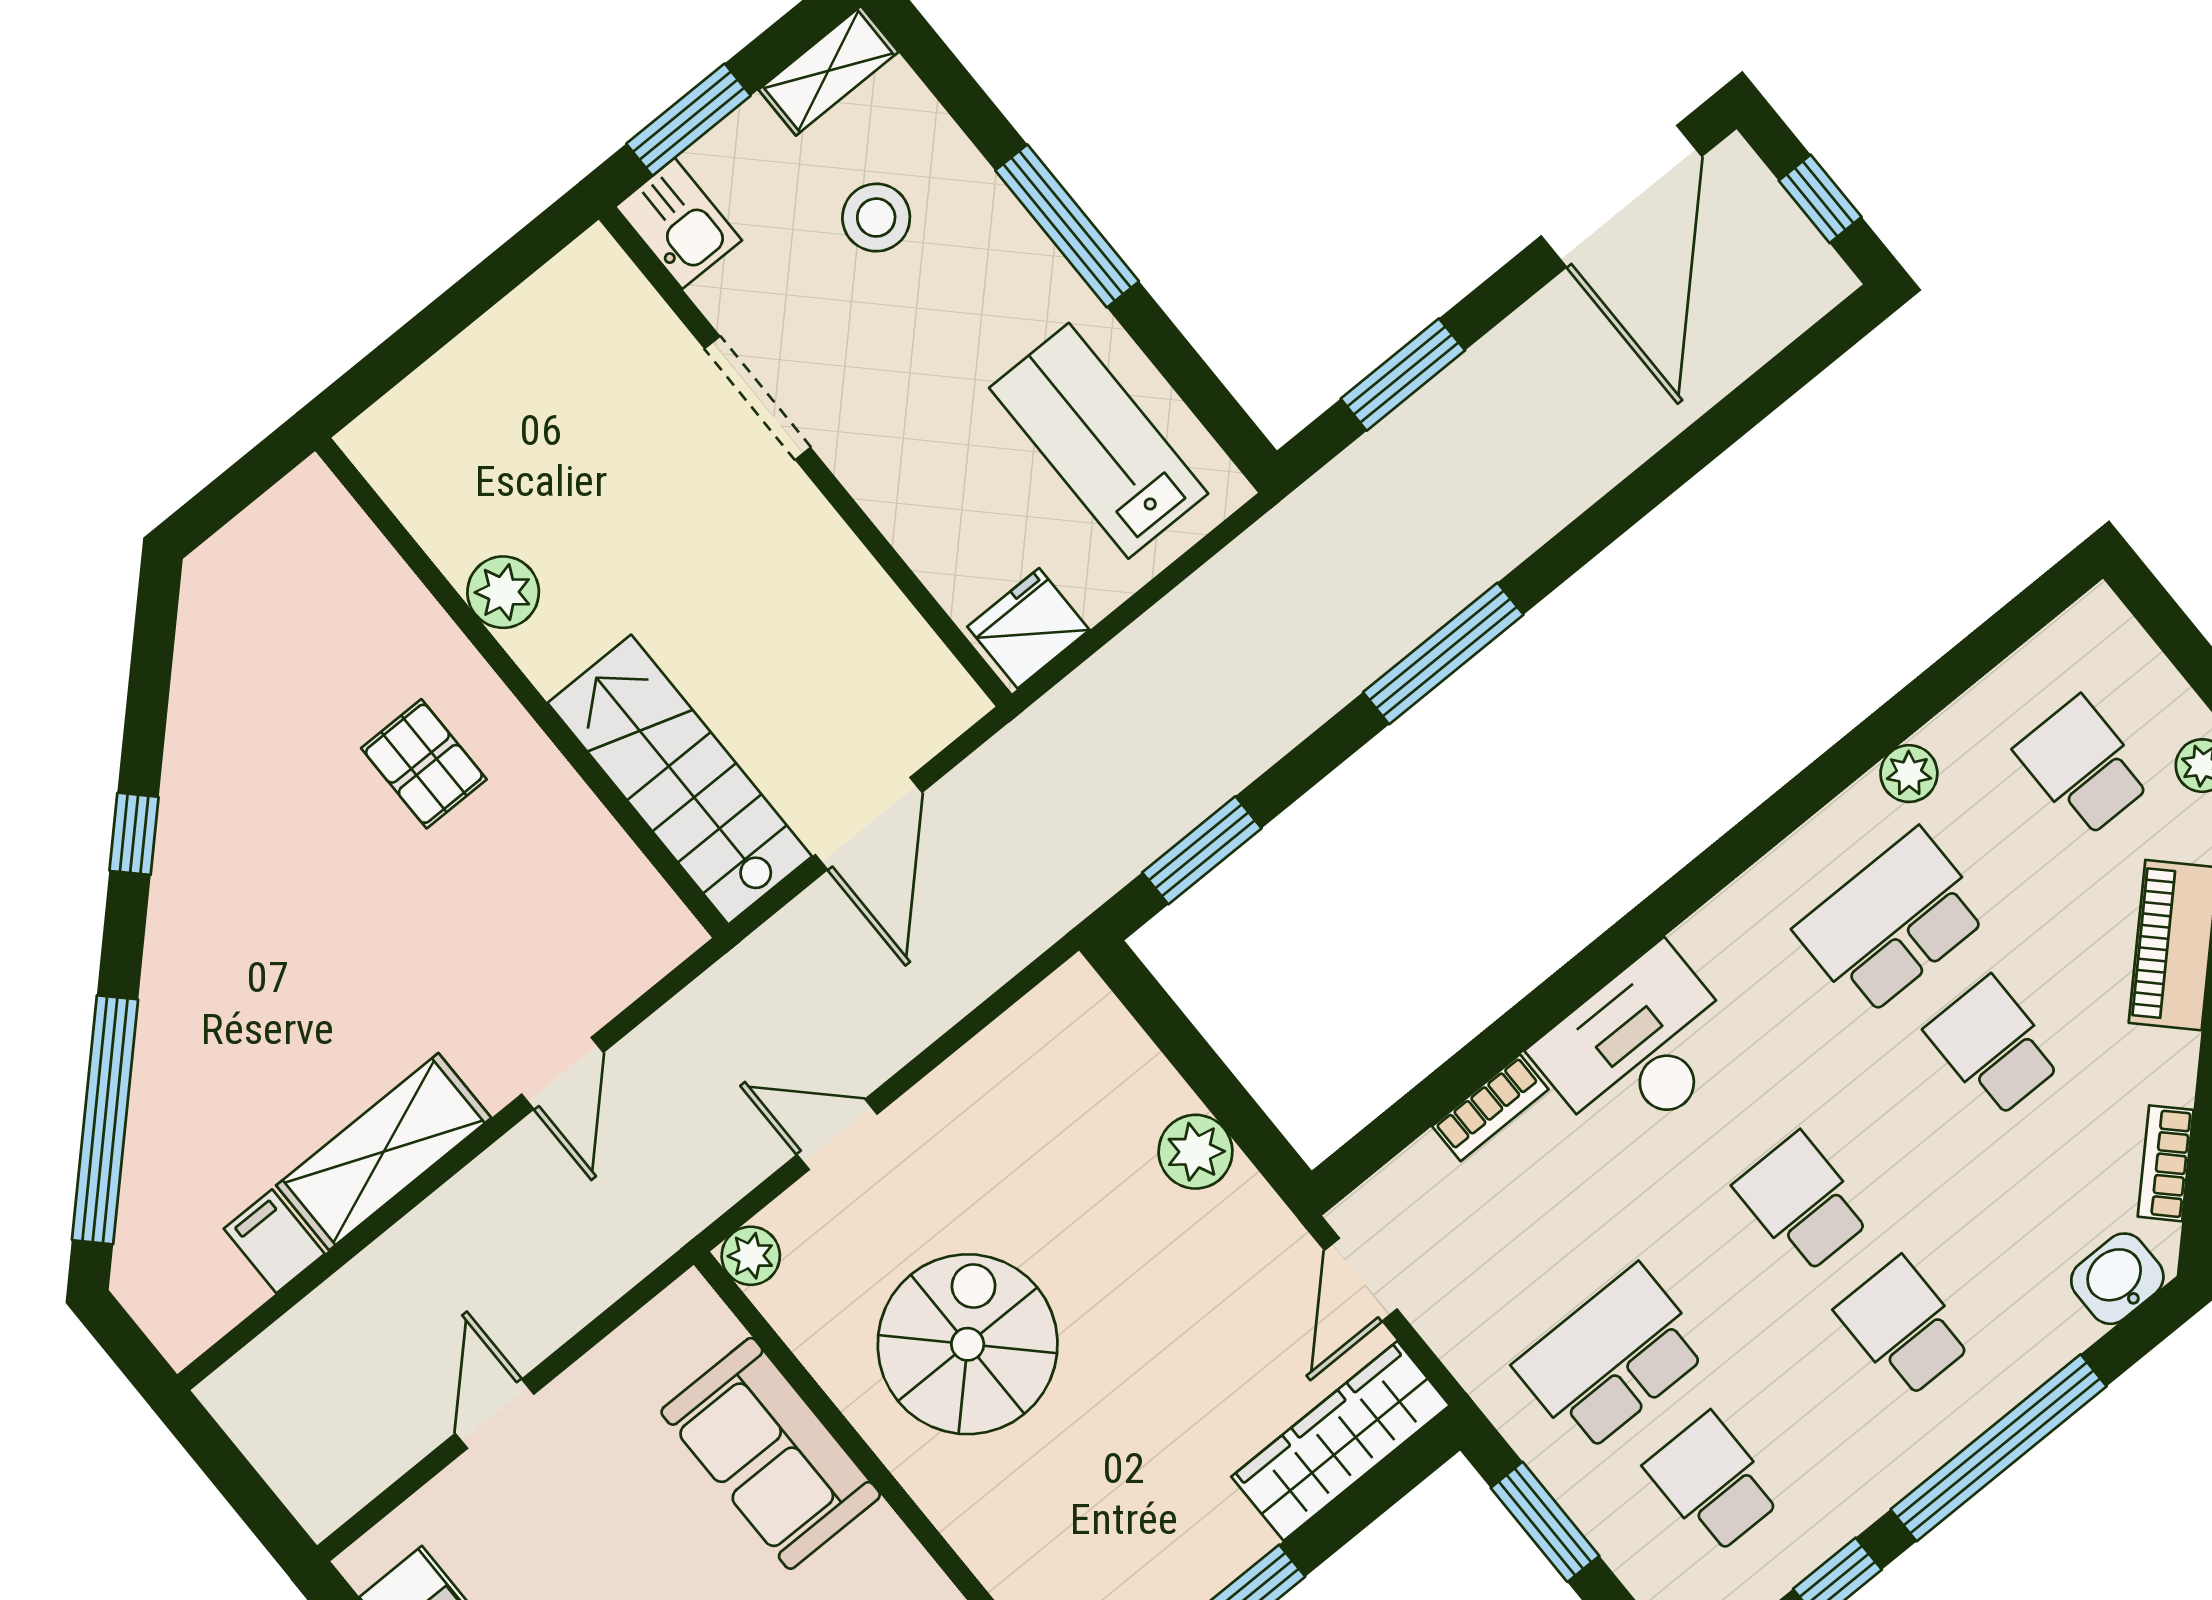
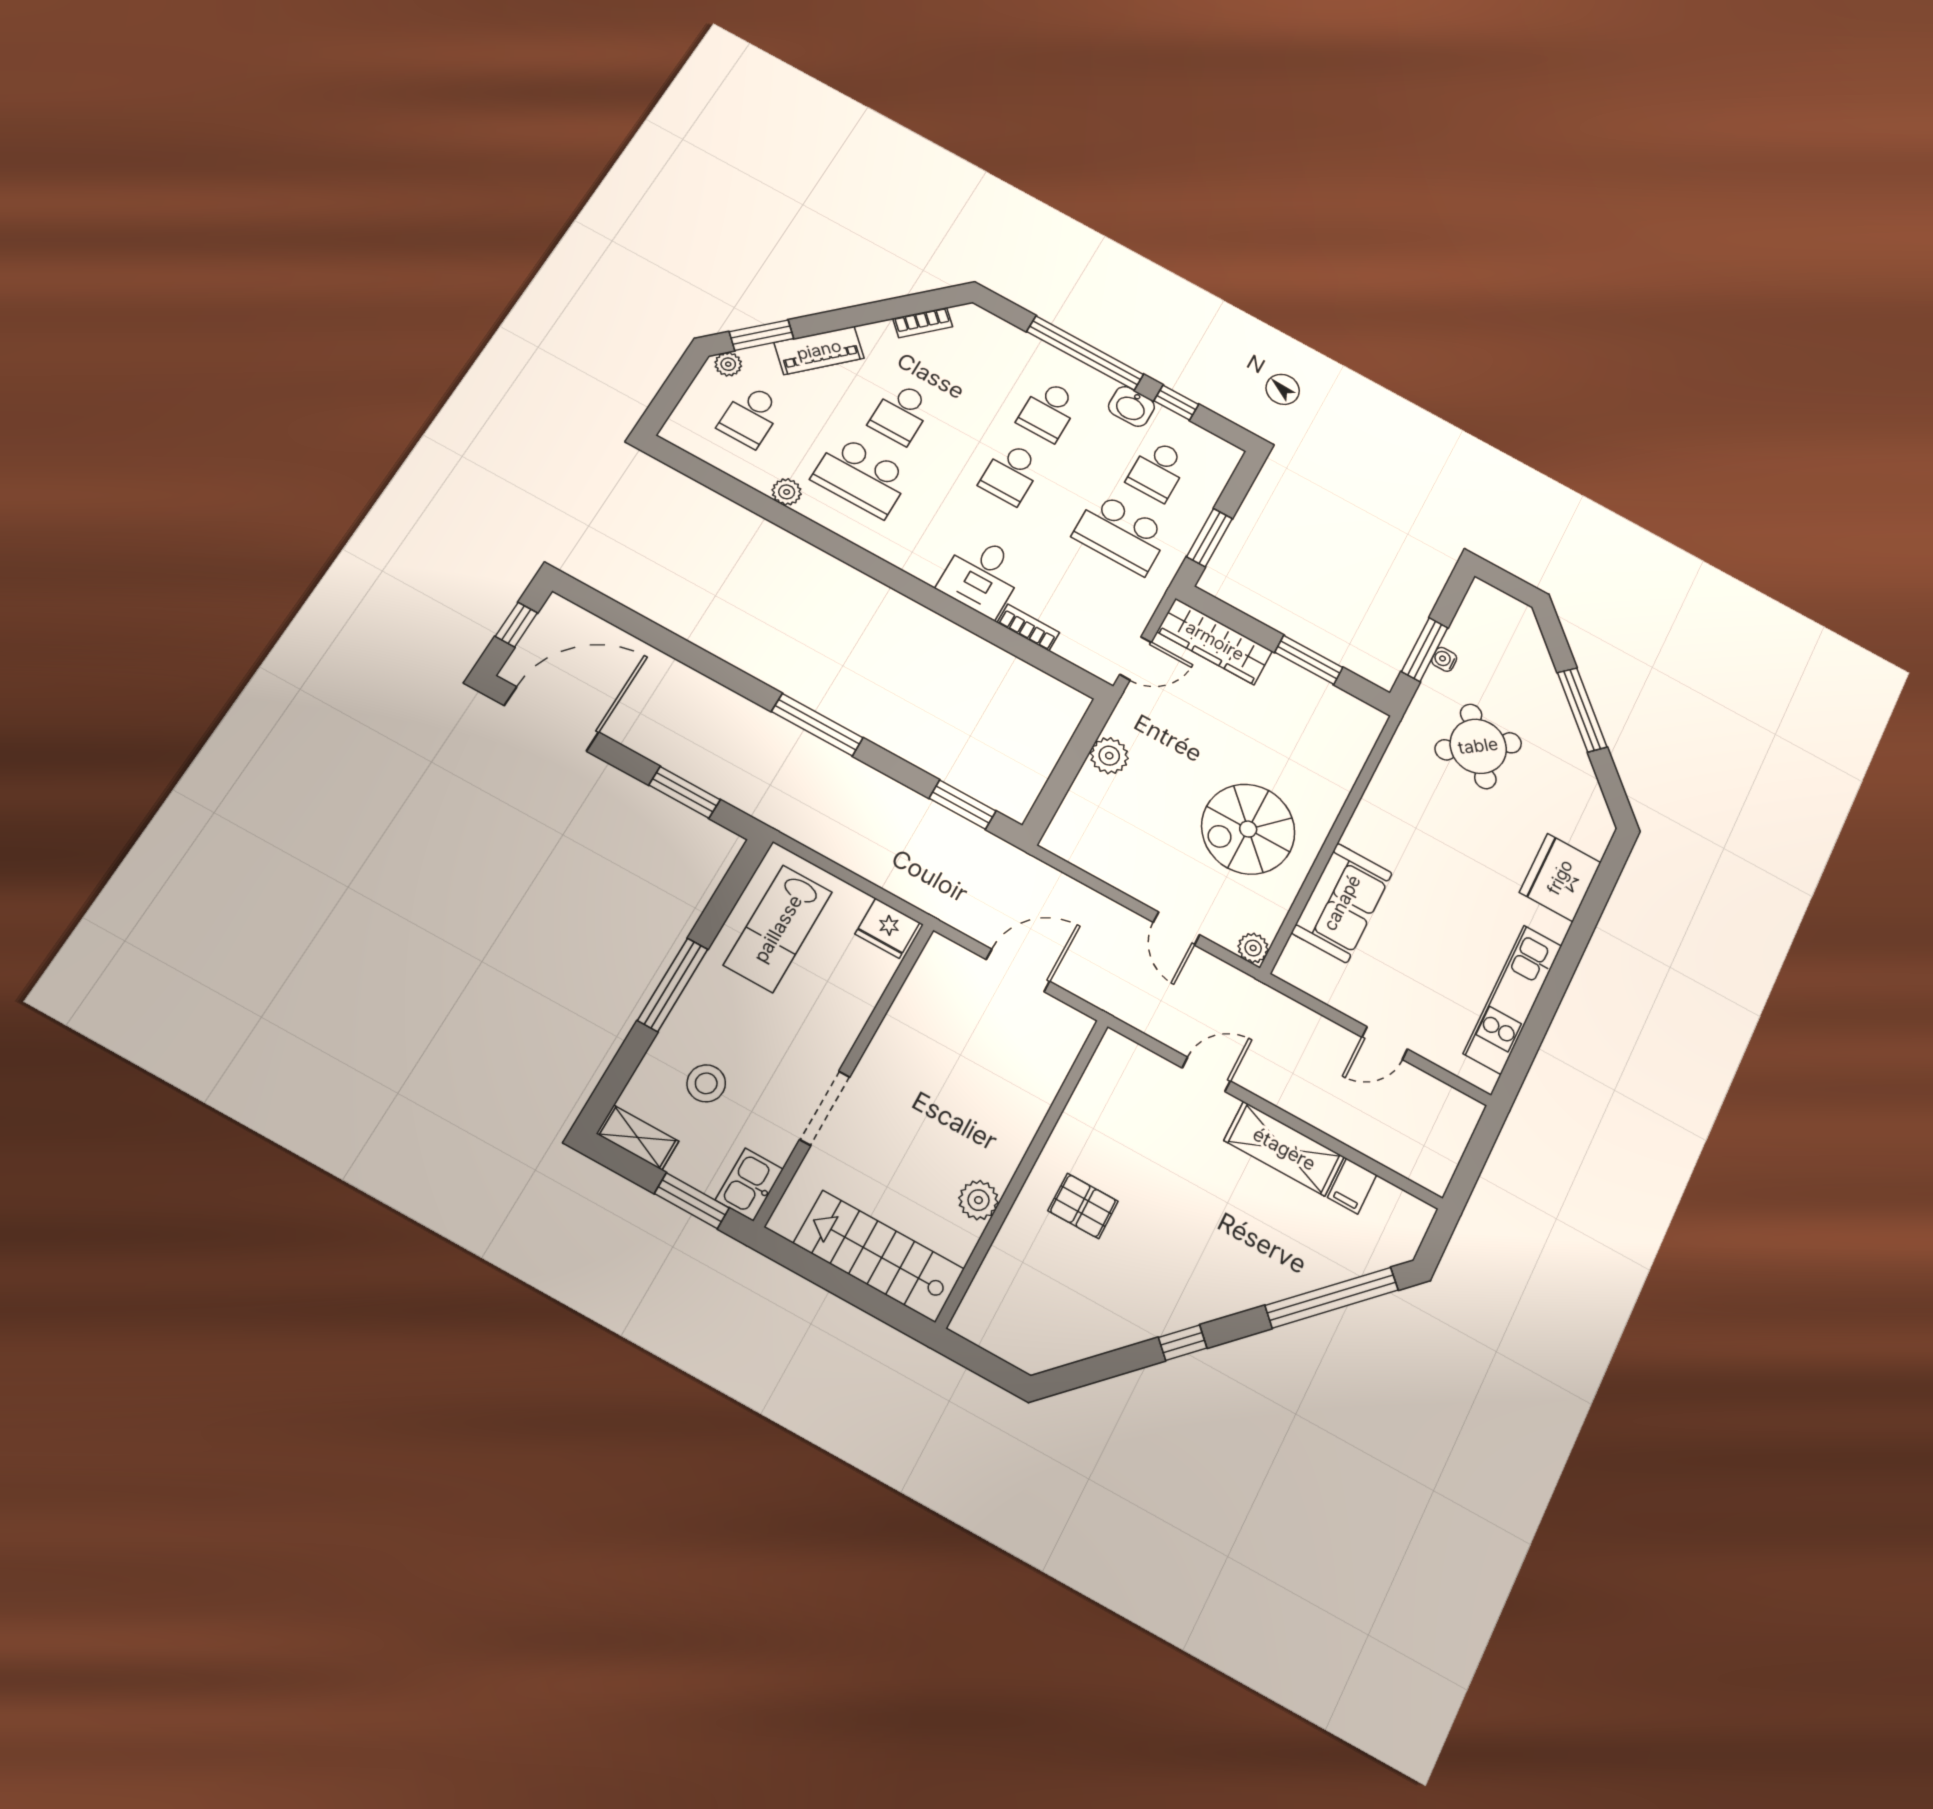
pallet: (424, 764) -> (1083, 1206), turned 90
stairs: (680, 780) -> (879, 1256), moved, turned 90
desk: (1639, 1049) -> (982, 576), width x0.73
washbasin: (2117, 1279) -> (1131, 406), moved

